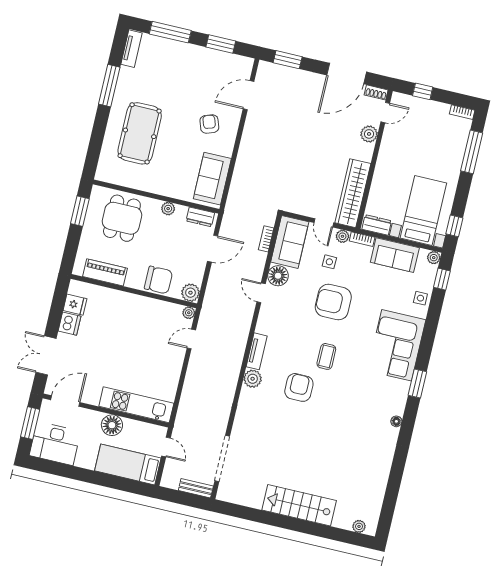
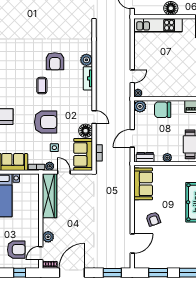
armchair: (420, 126) -> (16, 250), added
dresser: (377, 225) -> (29, 179), removed

